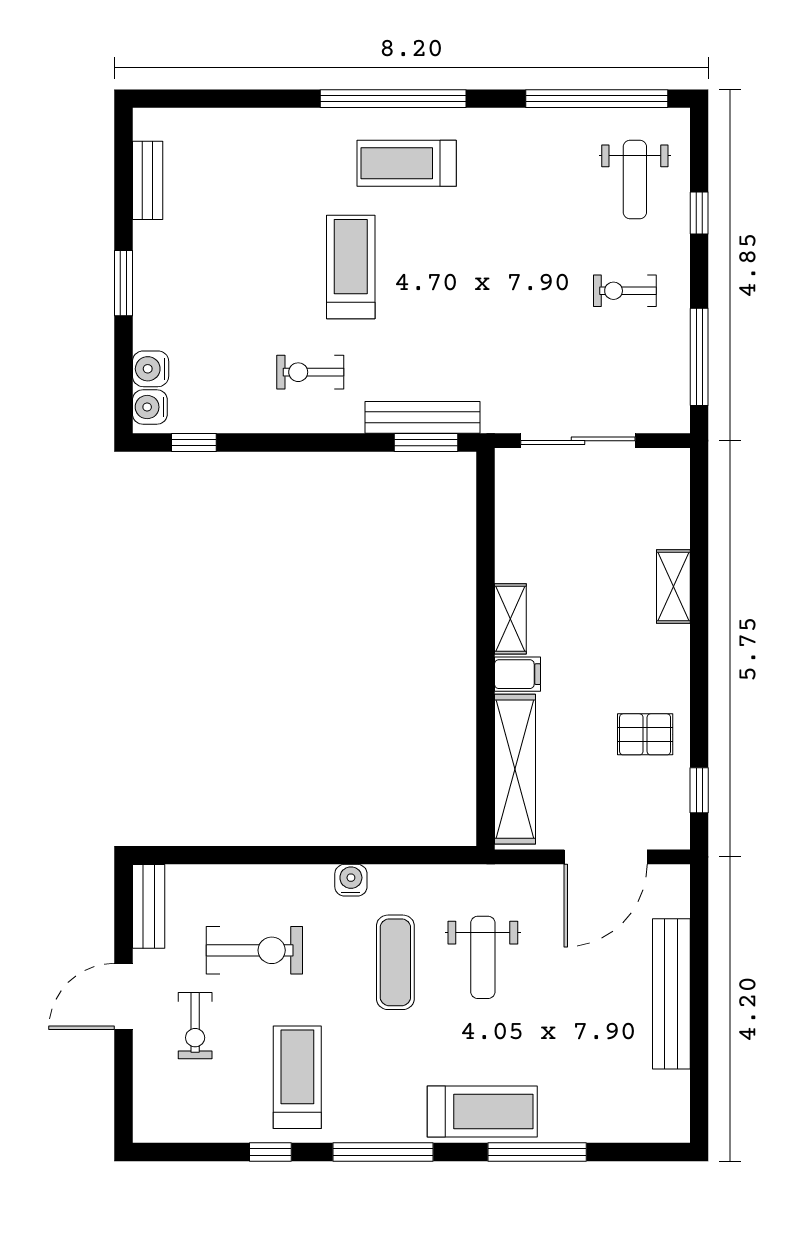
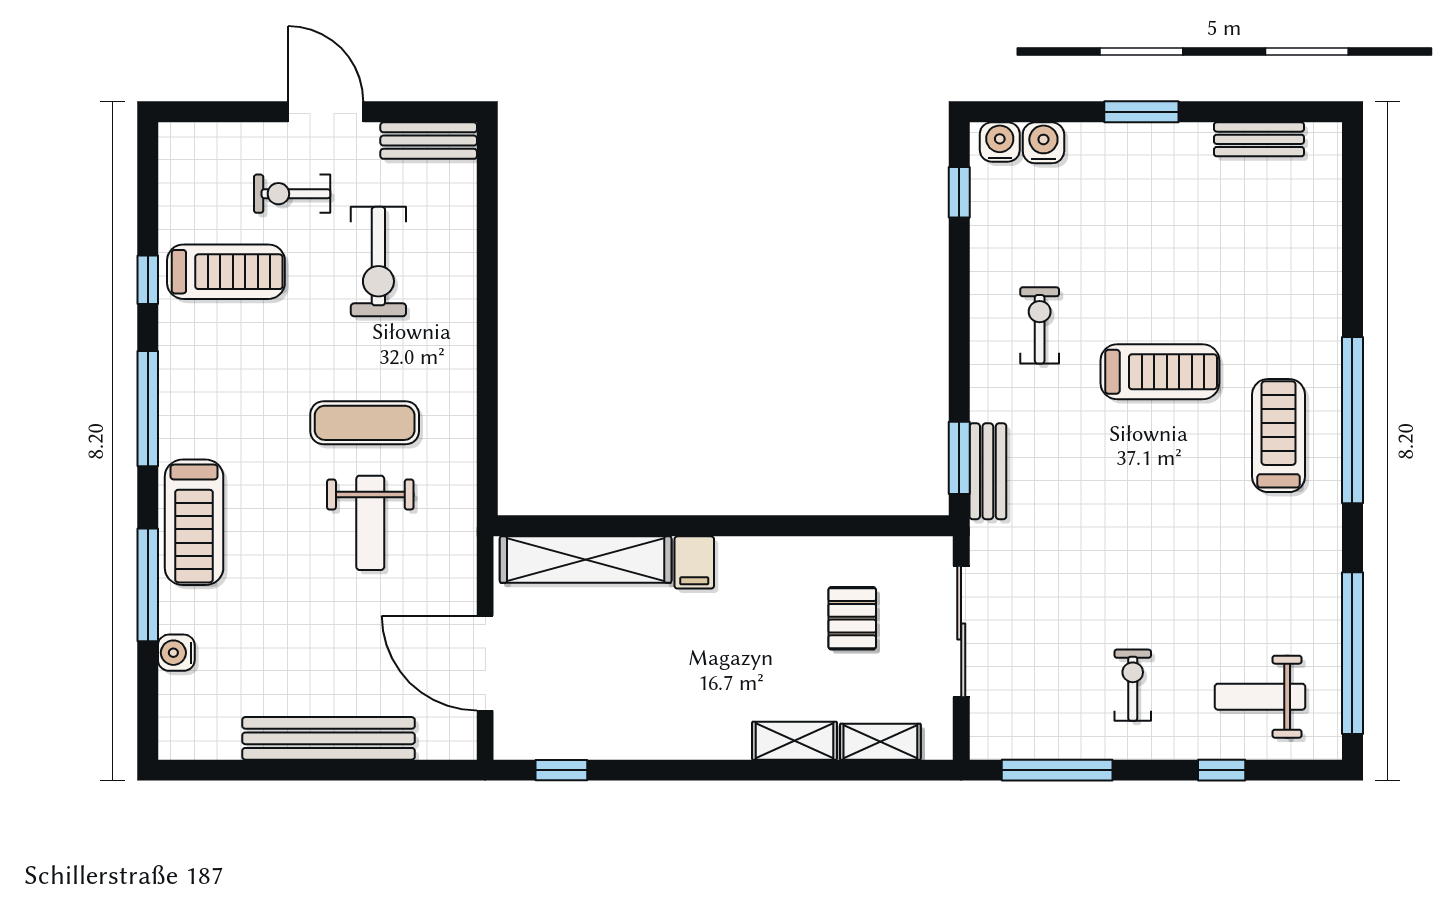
bench: (422, 417) -> (988, 471), width x0.73
shelving: (510, 619) -> (880, 742), moved
pallet: (645, 734) -> (852, 618), moved
water cooler: (351, 880) -> (176, 653), moved, turned 180
weight bench: (483, 957) -> (370, 523), turned -90
treadmill: (297, 1077) -> (226, 272), moved

